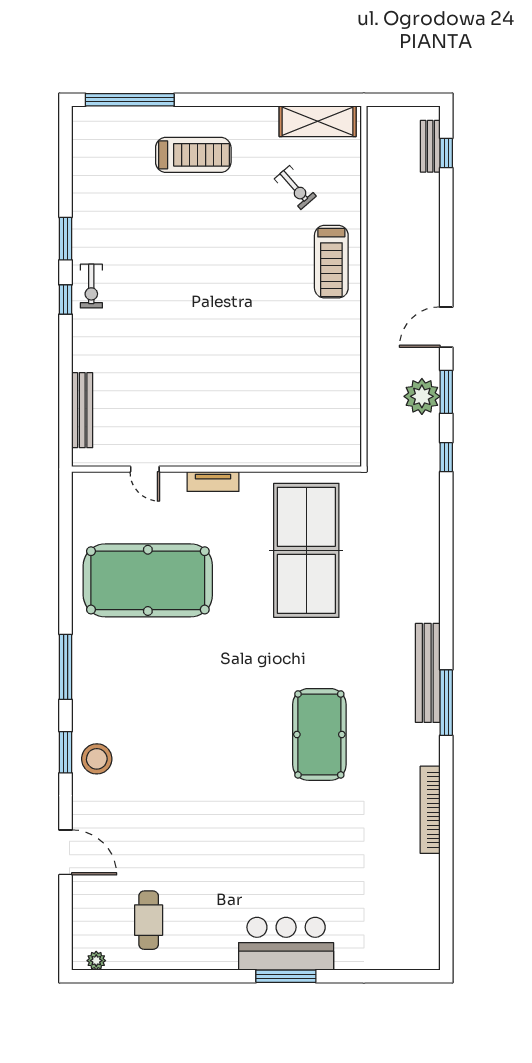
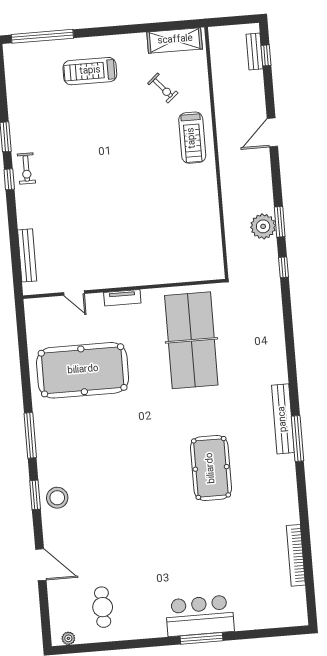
treadmill: (193, 155) -> (90, 71), turned 180
door: (446, 327) -> (272, 132), moved
bookcase: (430, 810) -> (296, 555), moved

